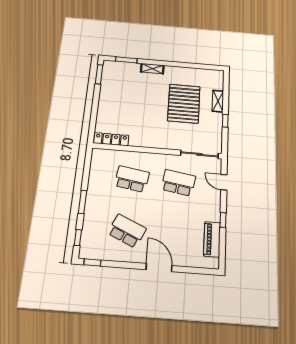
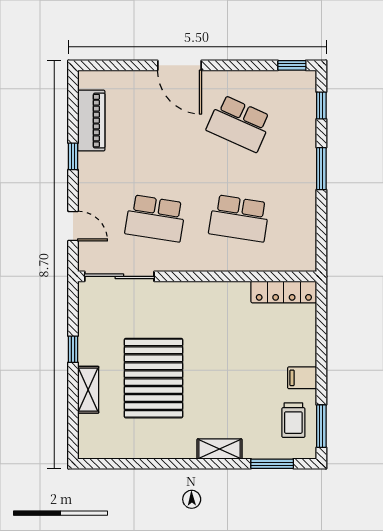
trolley: (113, 78) -> (293, 420), added
filing cabinet: (106, 97) -> (302, 378), added

